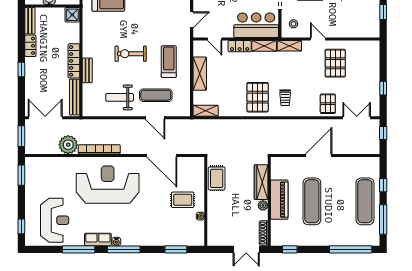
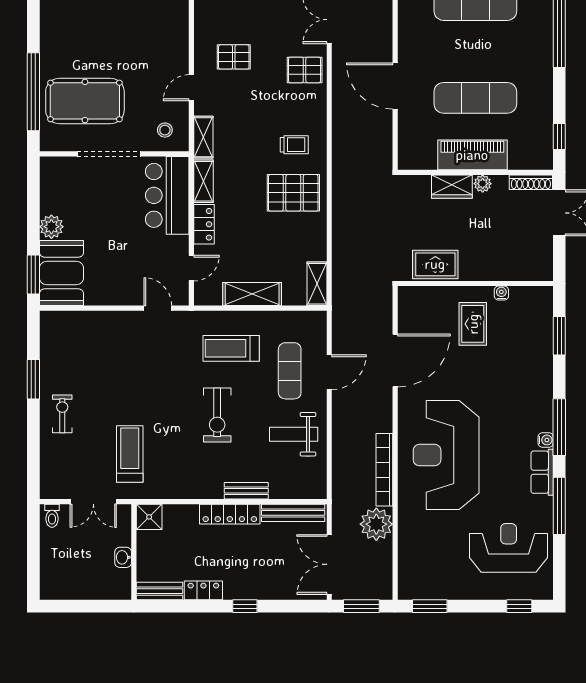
pallet: (335, 63) -> (234, 57), width x0.67, depth x0.71
weight bench: (120, 97) -> (294, 434), turned 90
wardrobe: (261, 182) -> (452, 187), width x0.67

